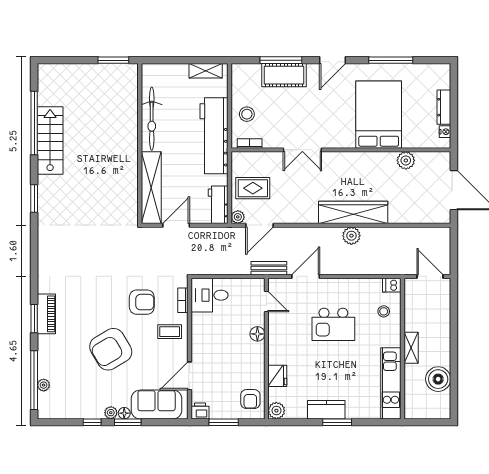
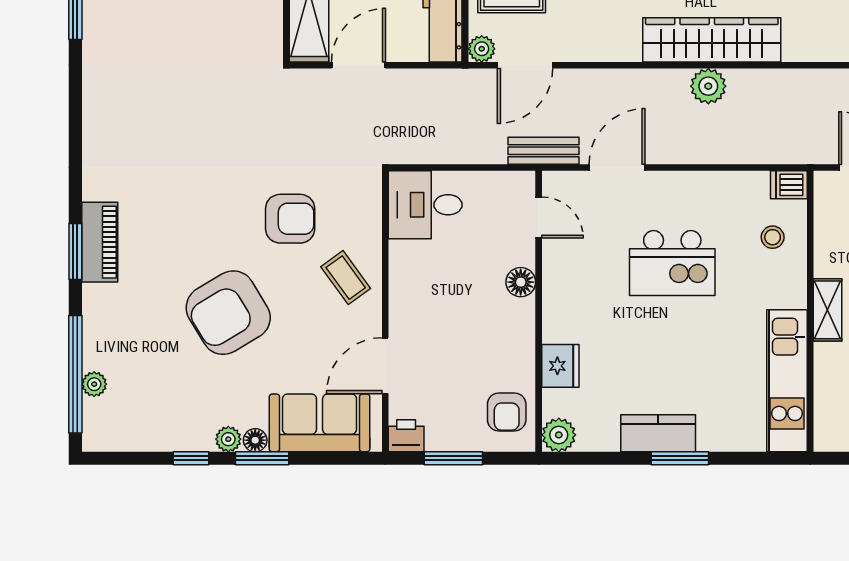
bookcase: (183, 300) -> (372, 215), removed
coffee table: (170, 332) -> (346, 278), turned 54

